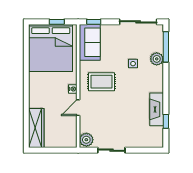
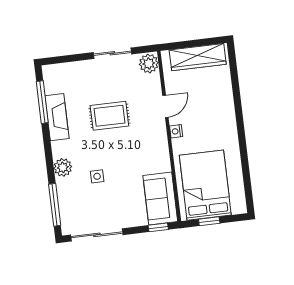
bed: (51, 48) -> (205, 185), width x0.73
plant: (157, 59) -> (63, 167), moved
rug: (102, 82) -> (109, 116), moved
window: (166, 121) -> (42, 102), width x2.17
wardrobe: (36, 128) -> (198, 57), moved, turned -90

